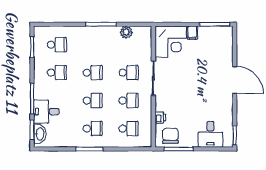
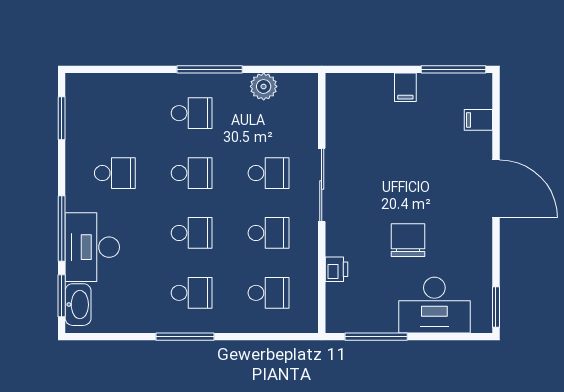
corner desk: (171, 42) -> (359, 107), removed
school desk: (57, 45) -> (192, 113), moved
filing cabinet: (226, 48) -> (478, 120), added
desk: (46, 112) -> (92, 247), width x1.37
desk: (210, 134) -> (434, 305), width x1.37
chair: (170, 136) -> (408, 240), moved

